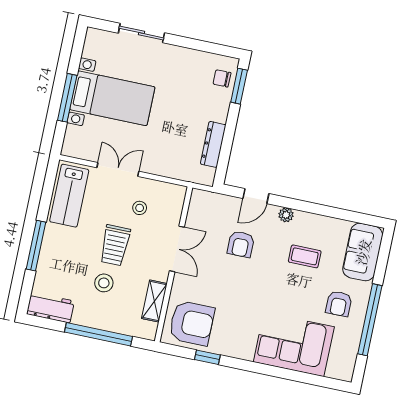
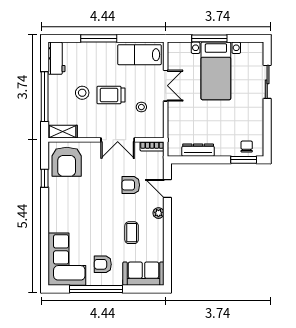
bookcase: (195, 205) -> (152, 146), added
shelving: (154, 301) -> (63, 132), moved
corner sofa: (294, 344) -> (67, 259), moved

